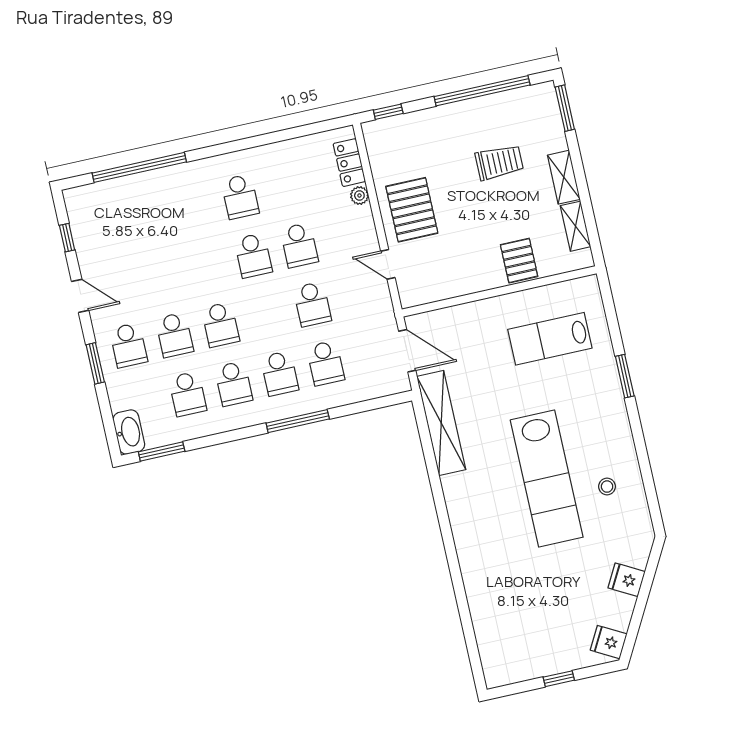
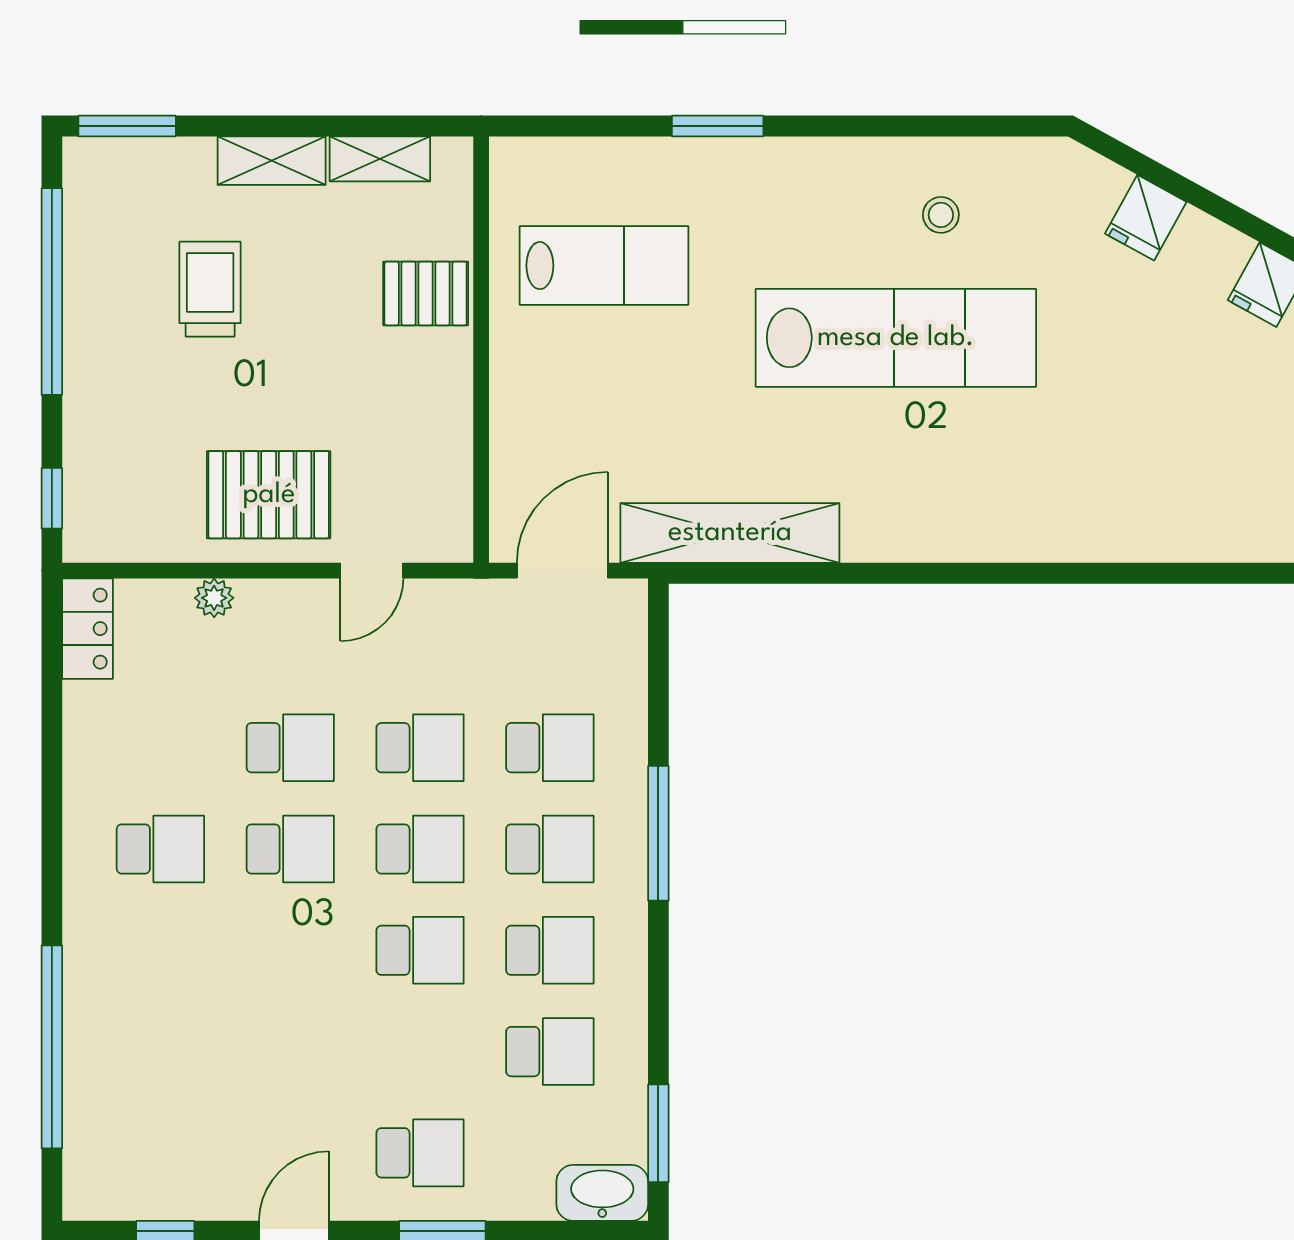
locker: (349, 163) -> (88, 629), moved, turned -90
school desk: (174, 335) -> (420, 849), moved
lab bench: (550, 339) -> (604, 266), turned -90

